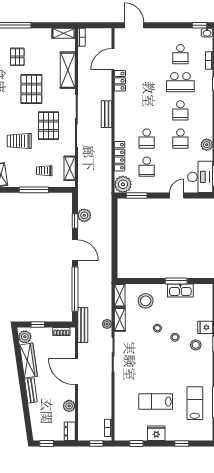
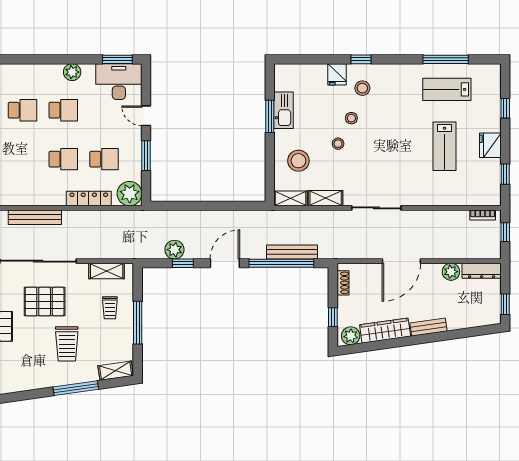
bench: (107, 114) -> (35, 217), width x1.36
window: (137, 196) -> (146, 156), moved
plant: (107, 324) -> (332, 217), removed
bench: (83, 325) -> (292, 252), moved
dresser: (70, 431) -> (482, 271), width x1.44

